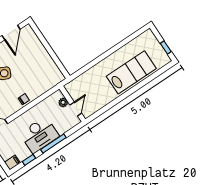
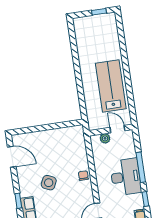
lab bench: (131, 72) -> (111, 86), moved

